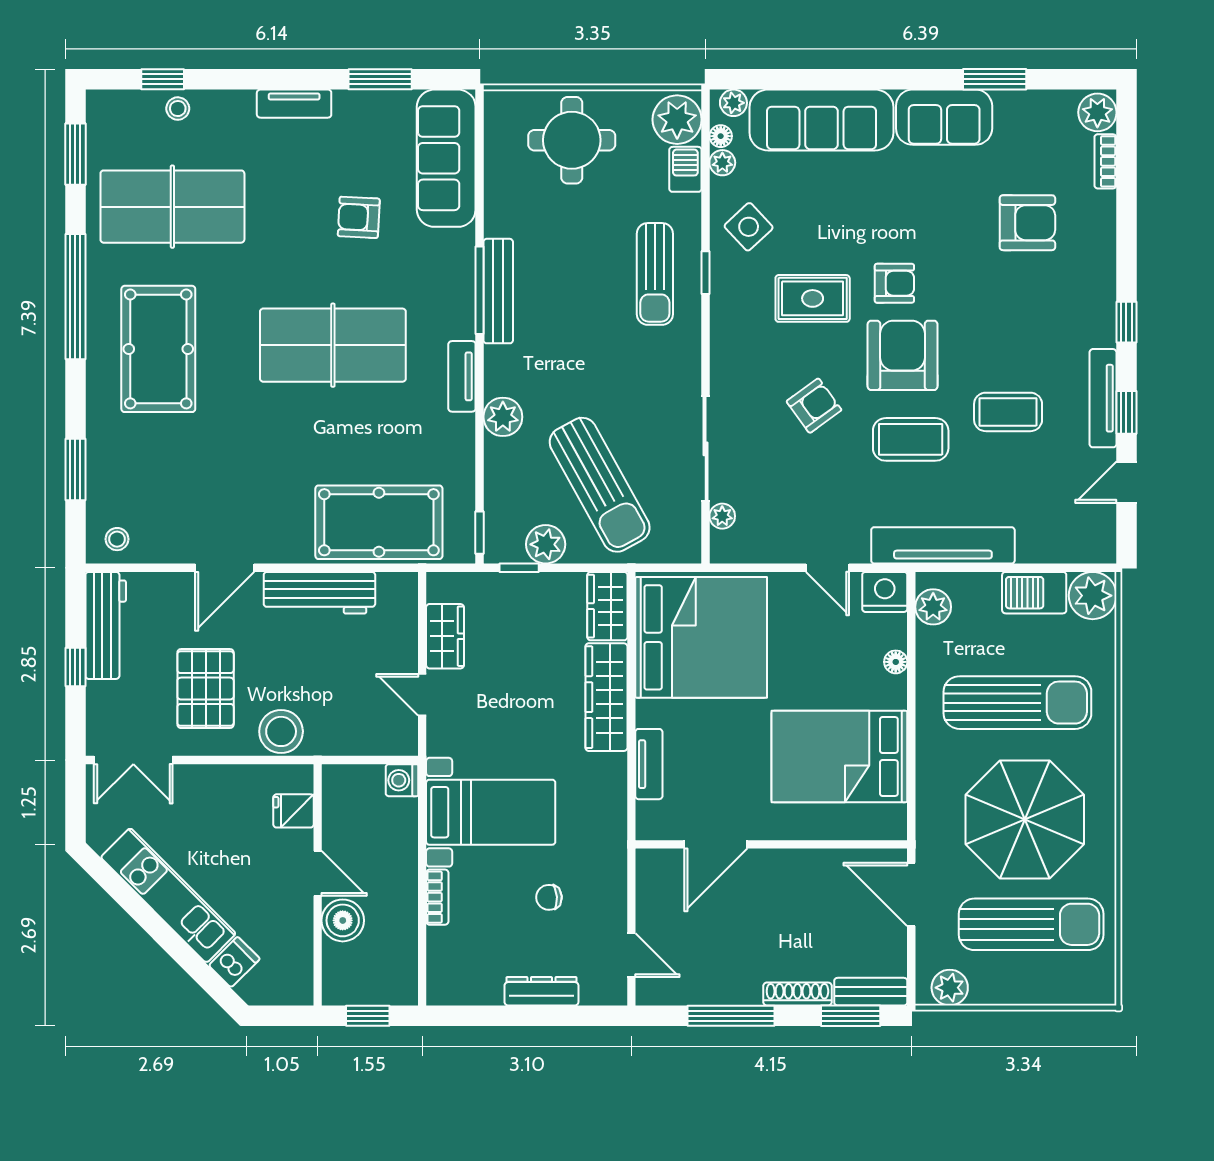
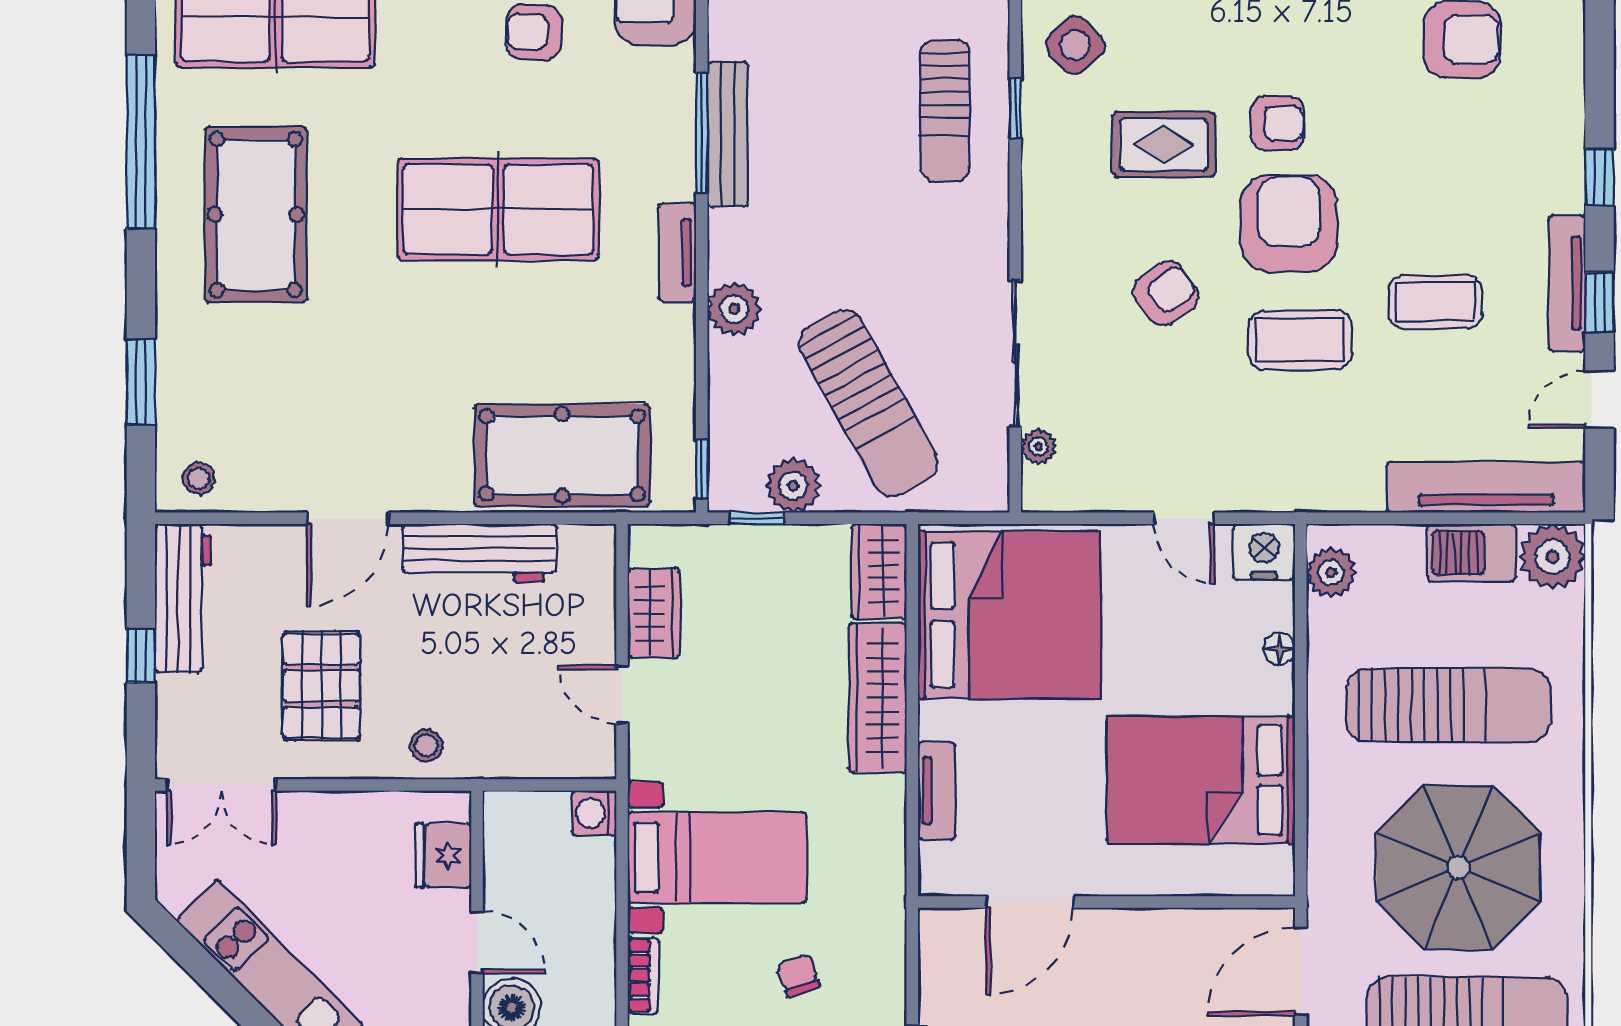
tv unit: (943, 545) -> (1486, 487), moved
stool: (281, 731) -> (426, 745), width x0.53, depth x0.53
fridge: (293, 811) -> (444, 856), width x1.38
door: (911, 894) -> (1301, 971), hinge flipped
chair: (549, 897) -> (798, 976), turned 74

